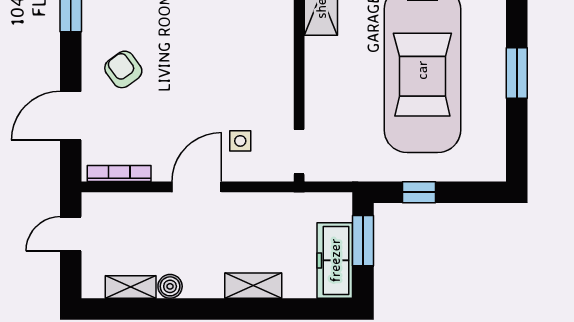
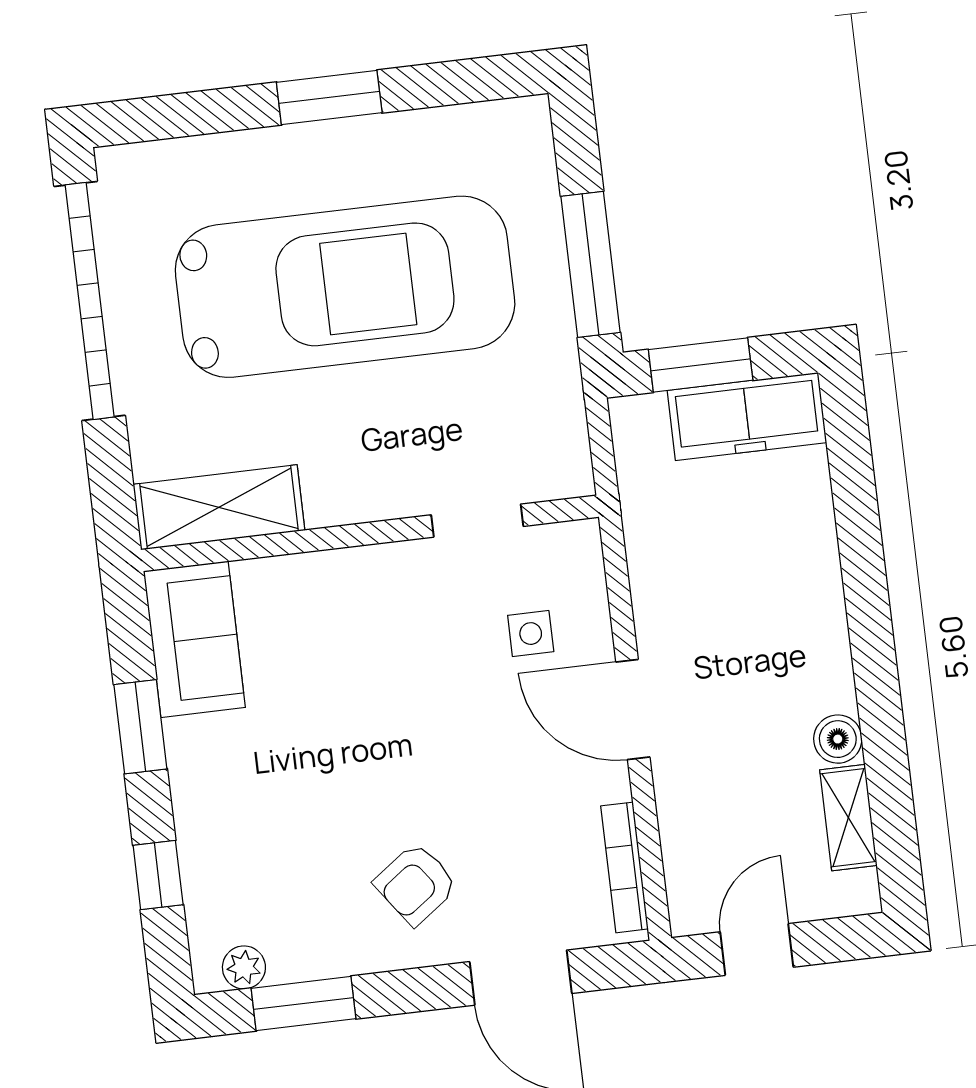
doorway: (299, 152) -> (477, 521), moved
window: (419, 192) -> (591, 264), width x2.17
door: (71, 234) -> (757, 949), swing flipped
shelving: (253, 286) -> (816, 573), removed

